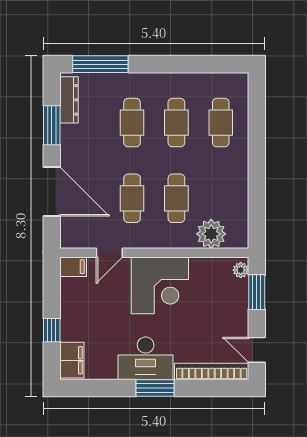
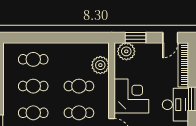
plant: (241, 270) -> (126, 51), width x1.88, depth x1.88

